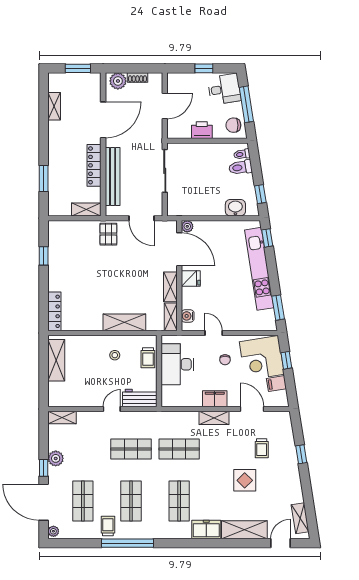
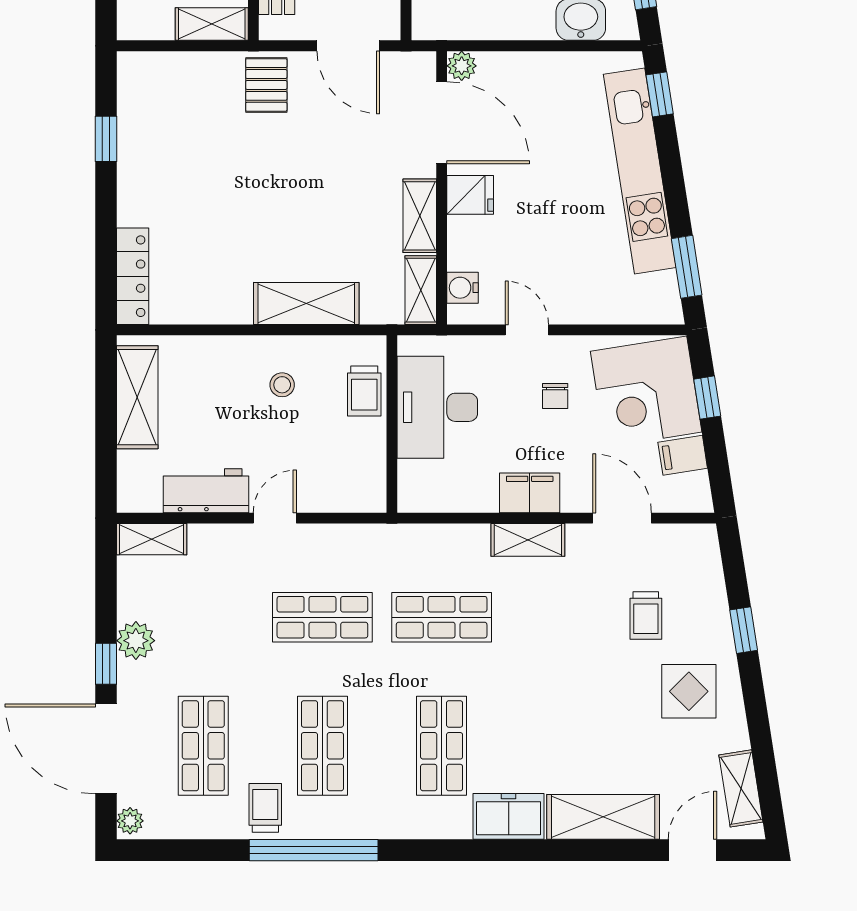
workbench: (140, 398) -> (206, 491), moved
display table: (245, 480) -> (689, 691), moved

